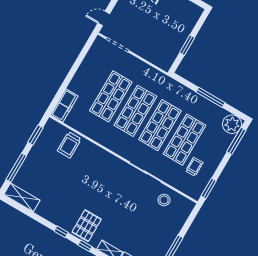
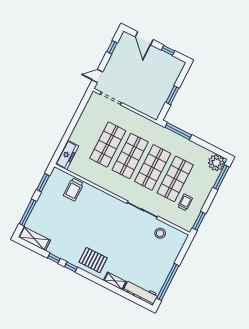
window: (211, 97) -> (178, 131), moved
pallet: (87, 226) -> (93, 260), turned 90
window: (85, 246) -> (54, 258), moved

